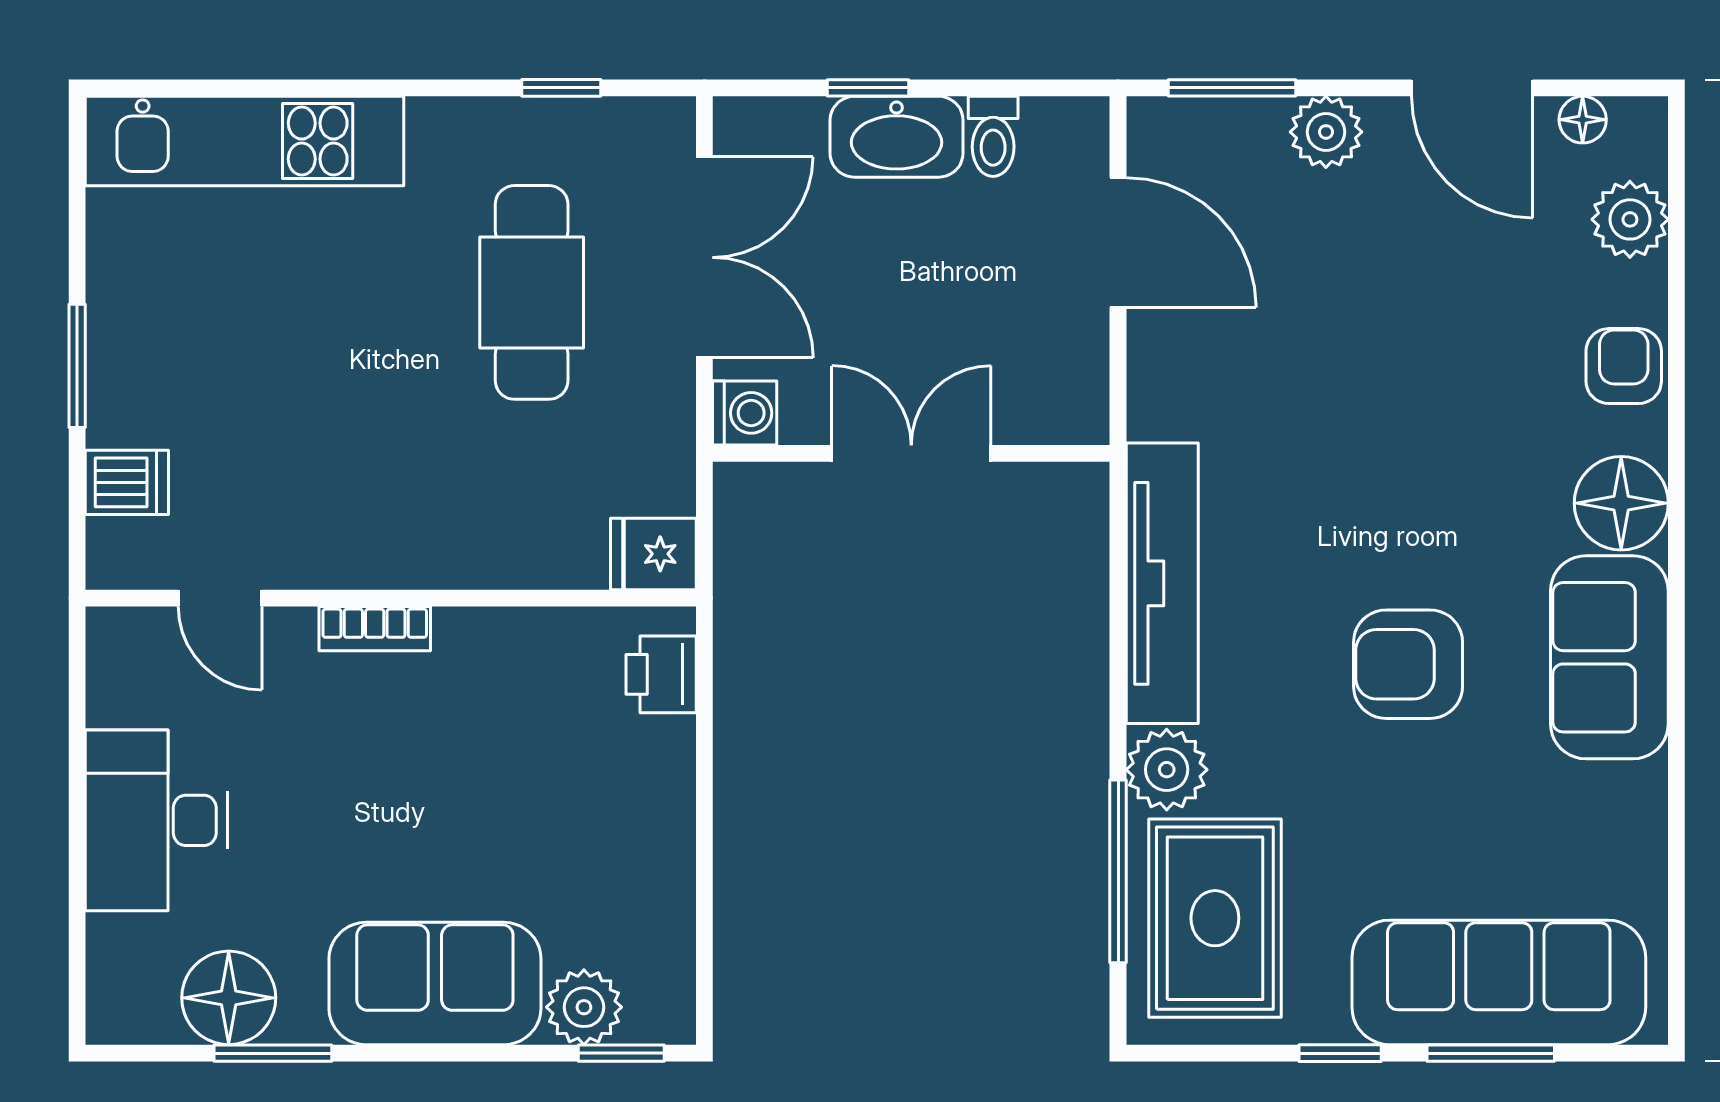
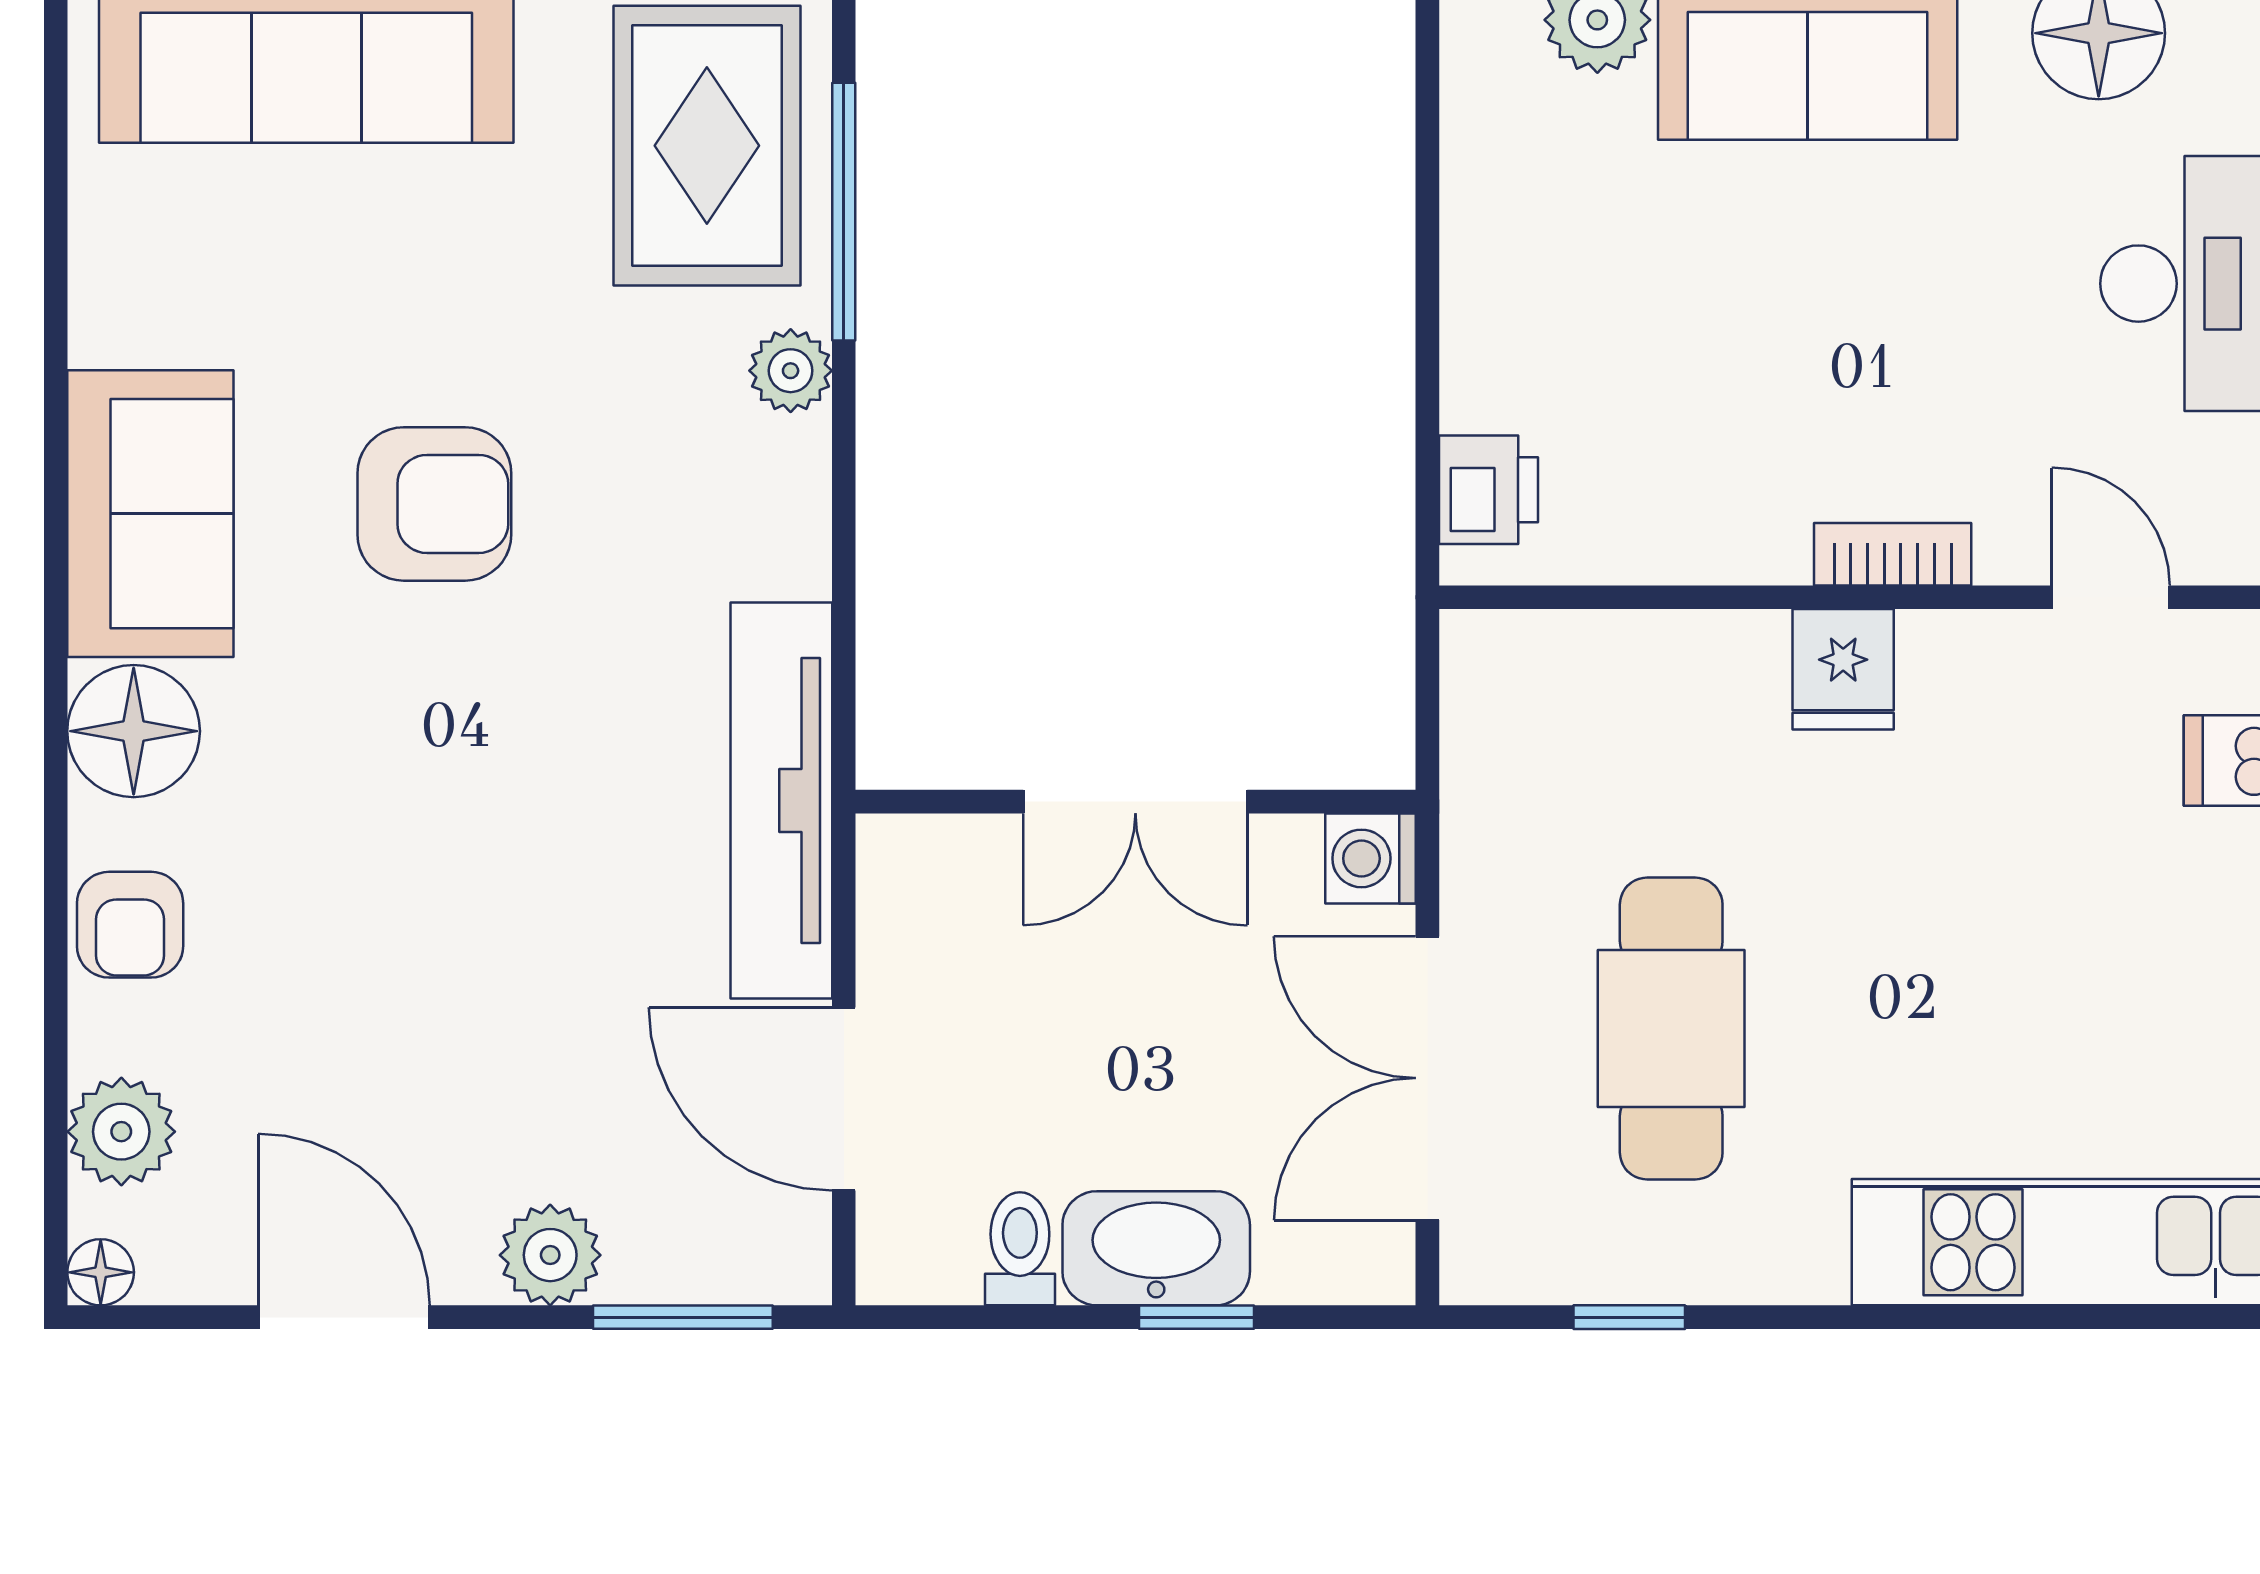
floor lamp: (1583, 120) -> (101, 1272), moved
fridge: (653, 554) -> (1843, 669), moved, turned 90
tv unit: (1162, 583) -> (781, 801), moved
plant: (1167, 770) -> (791, 371), width x0.73, depth x0.73

